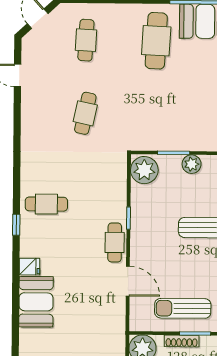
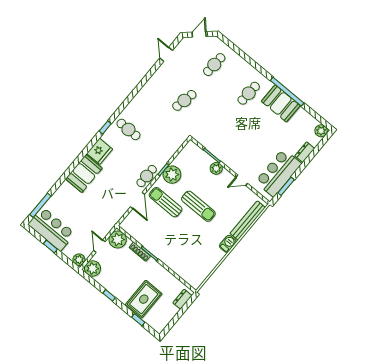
cafe table: (156, 41) -> (249, 93), width x0.73, depth x0.74
plant: (144, 170) -> (172, 175), moved
fridge: (29, 267) -> (100, 151), width x1.88, depth x1.34
sun lounger: (183, 308) -> (166, 202), moved

